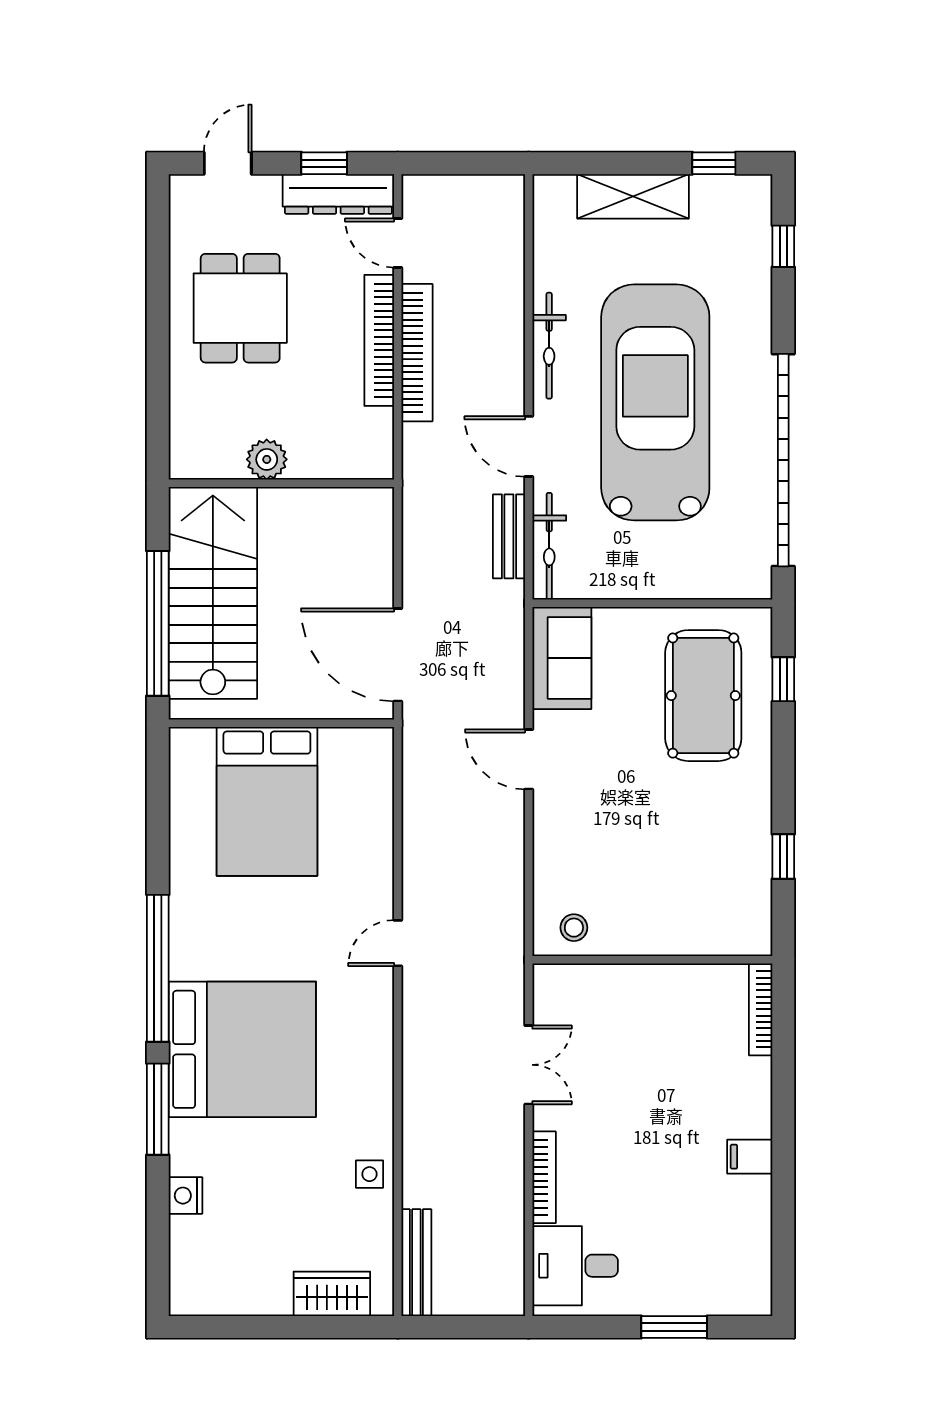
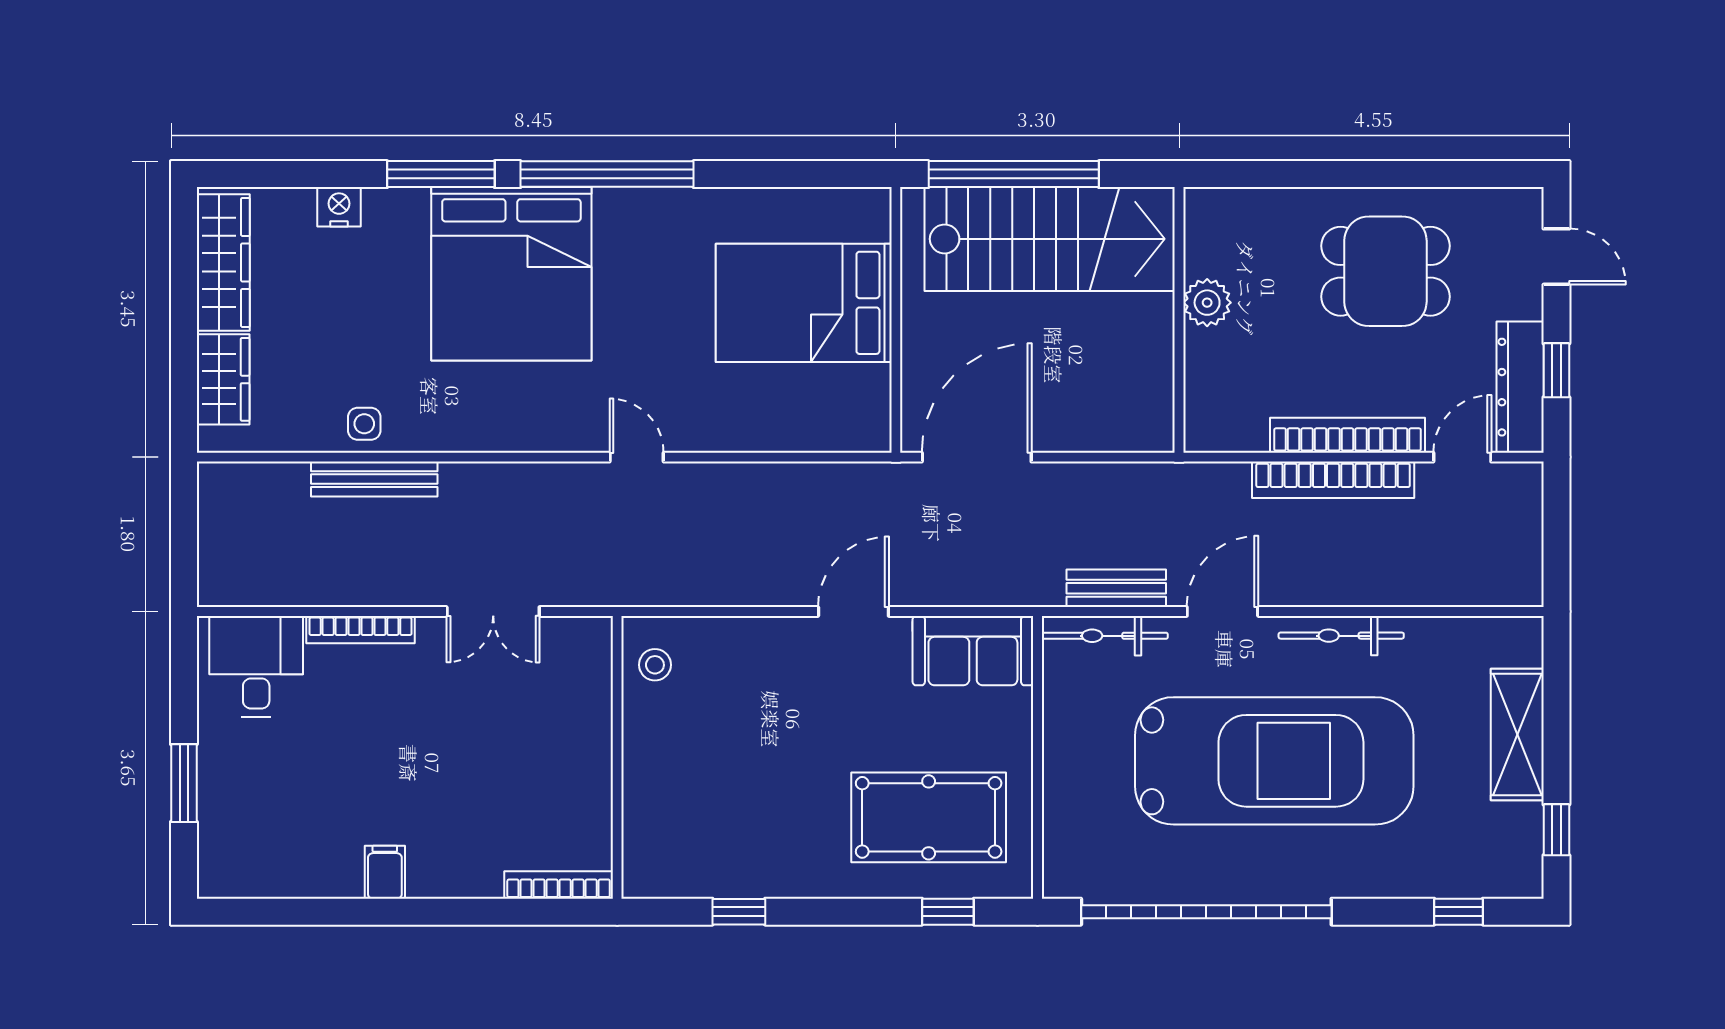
bench: (416, 1263) -> (374, 479), moved
wardrobe: (233, 1294) -> (223, 262), added

